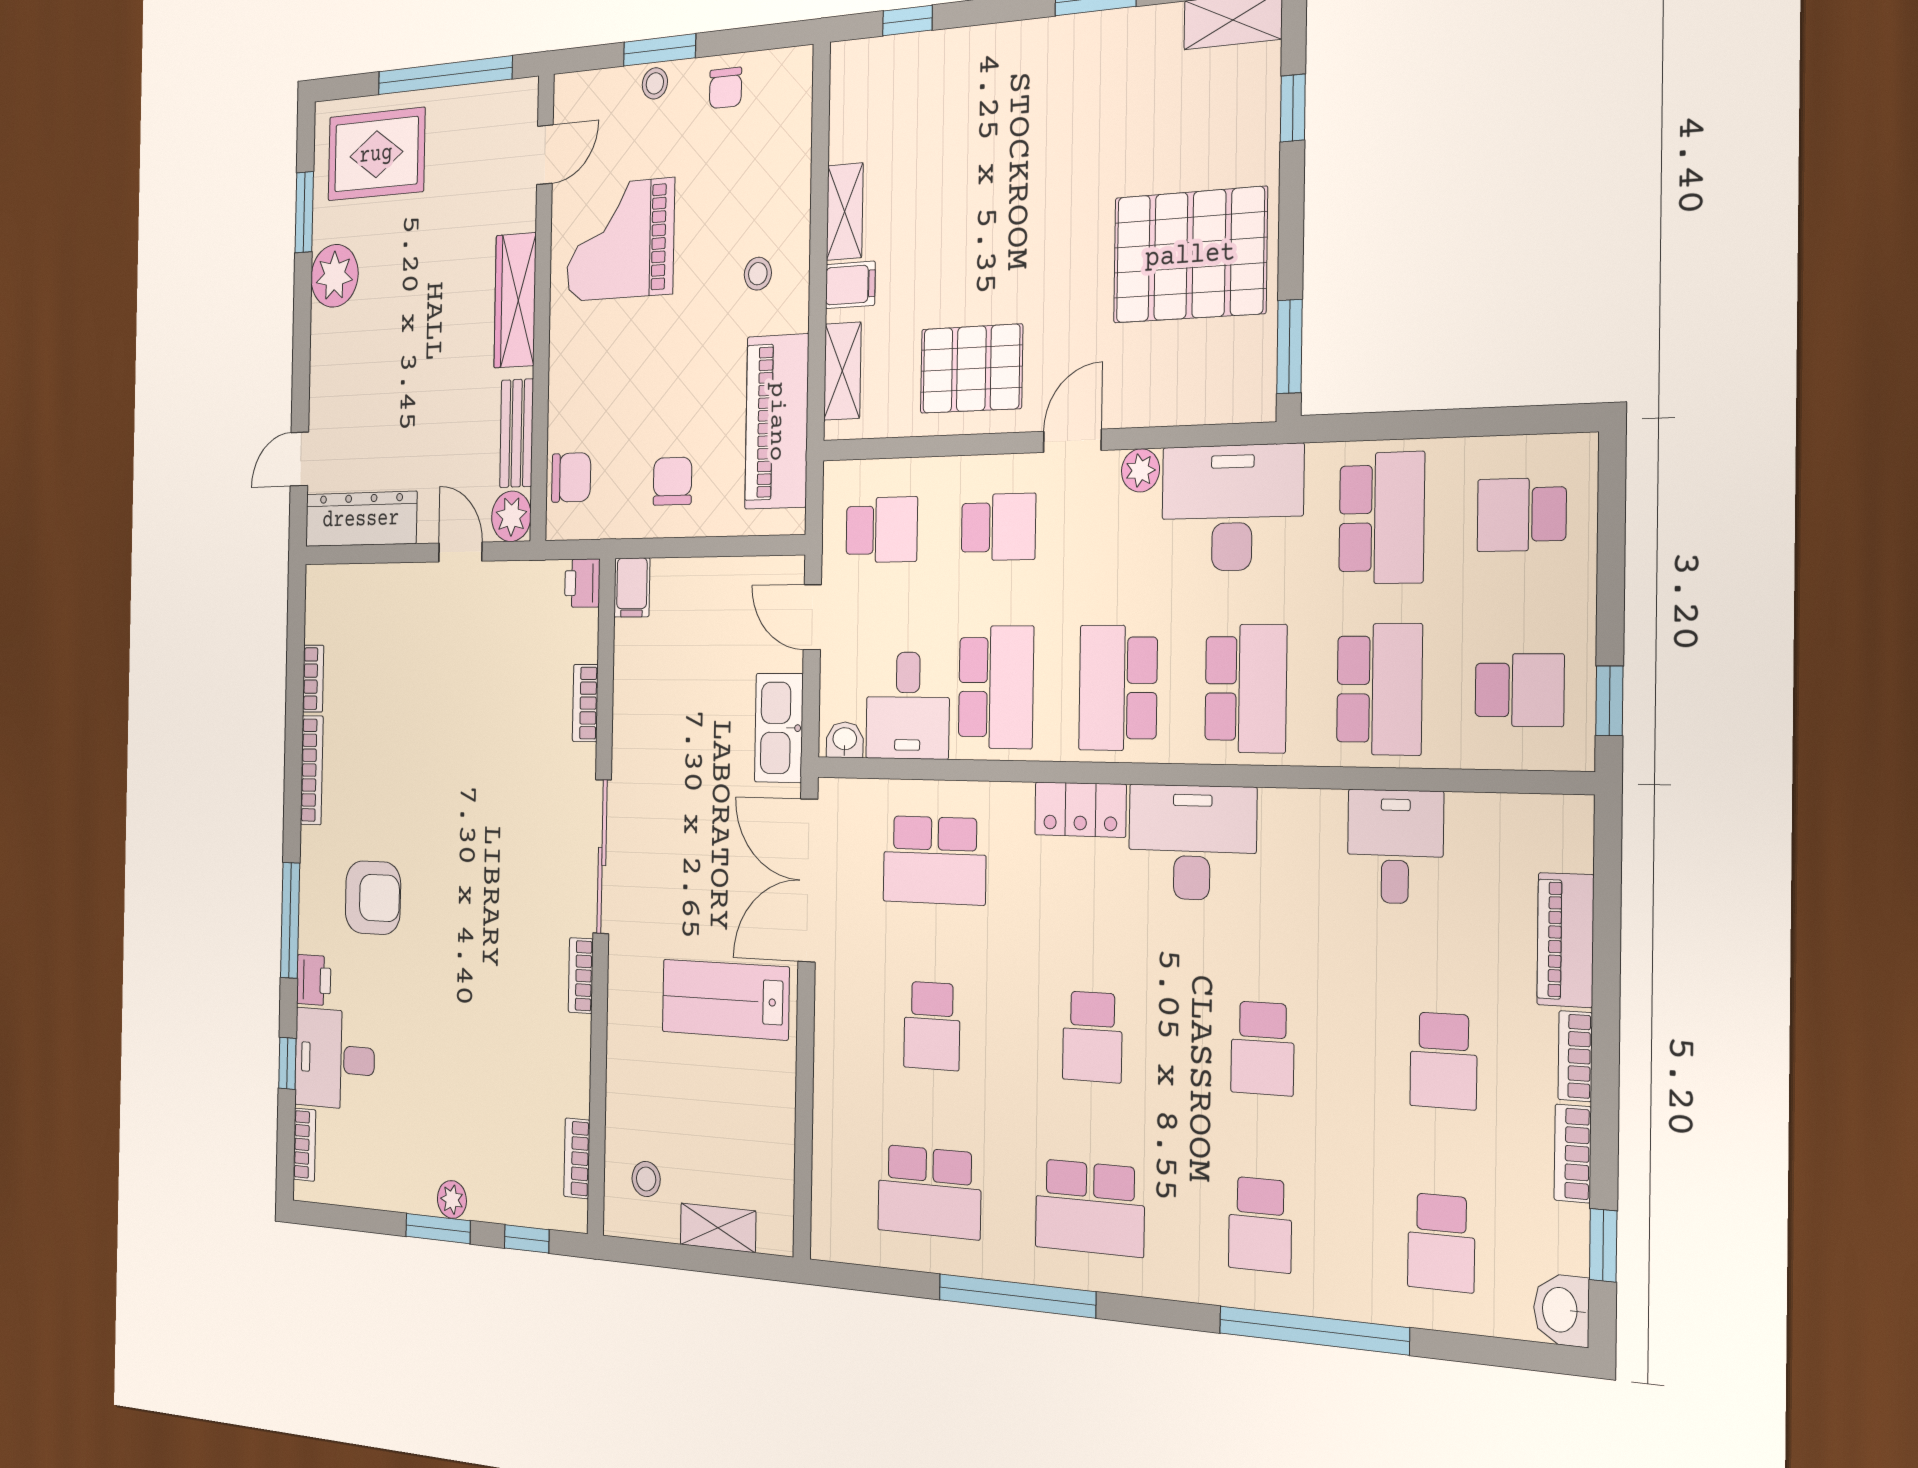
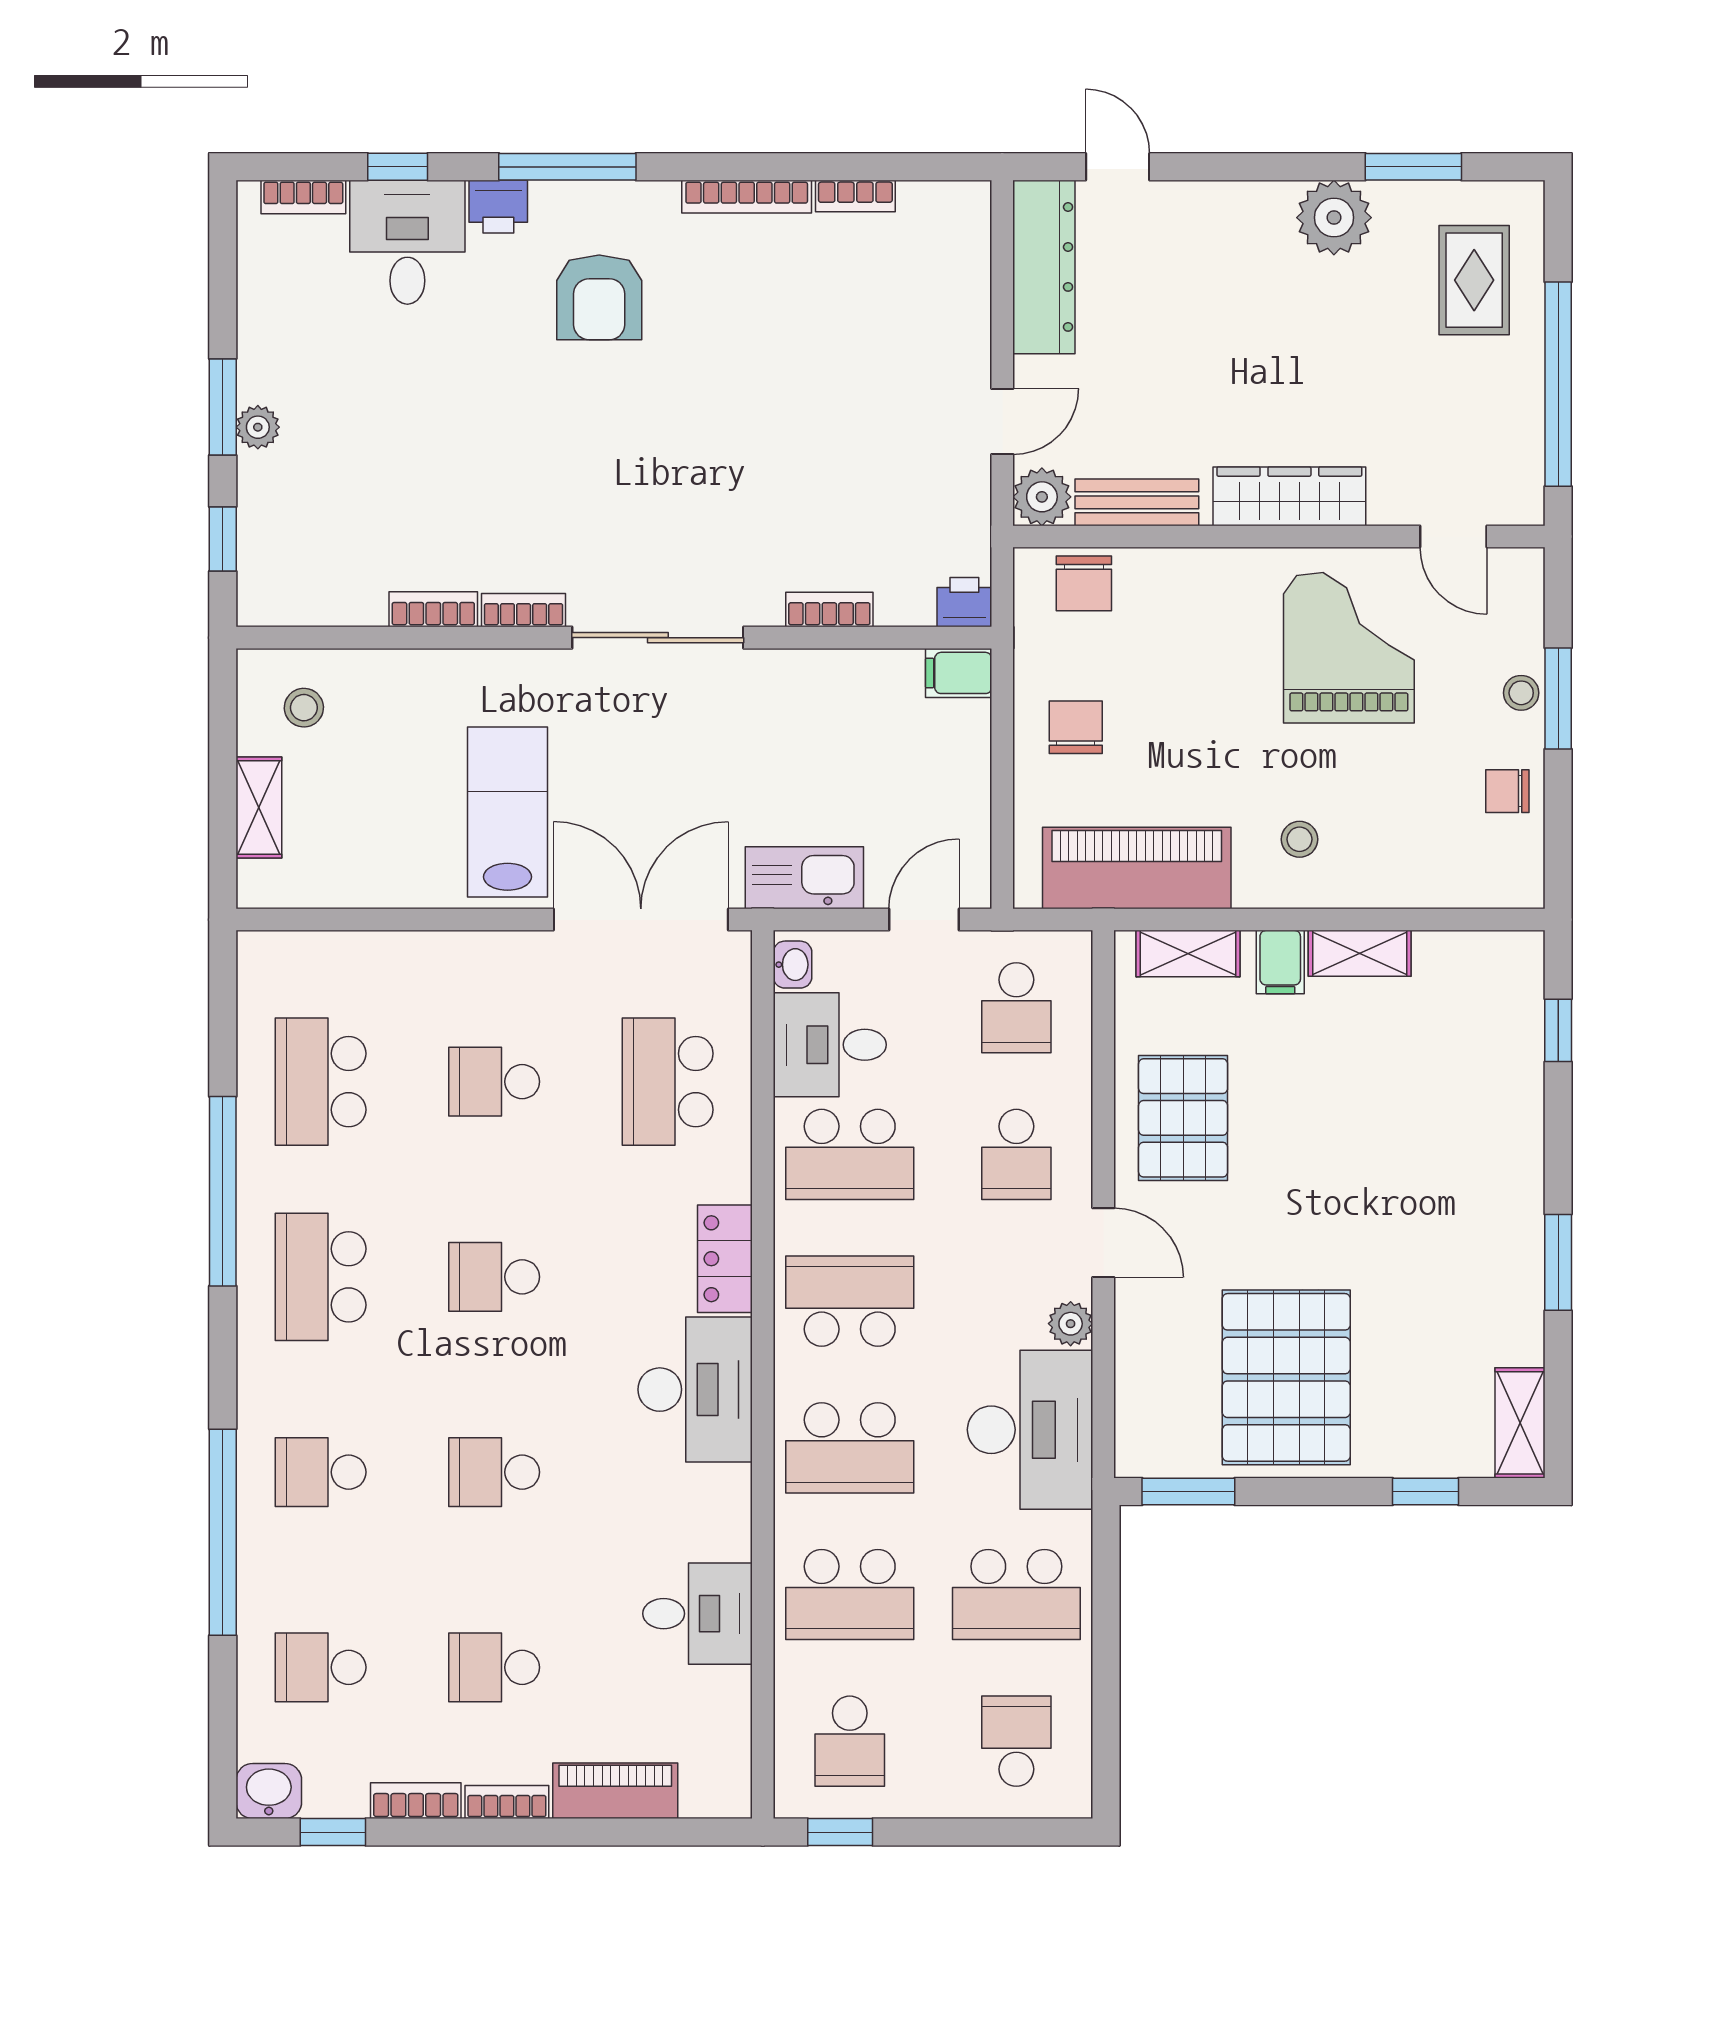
rug: (376, 154) -> (1474, 280), width x0.73, depth x0.70
chair: (673, 481) -> (1076, 727), turned -90
bookcase: (577, 1158) -> (433, 609), moved

